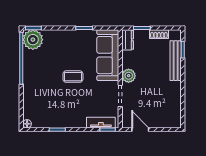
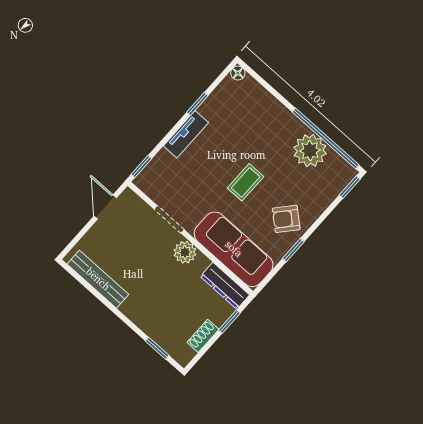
plant: (33, 40) -> (310, 151), moved
dresser: (128, 40) -> (225, 286), width x1.44
armchair: (73, 44) -> (286, 219), added
bench: (176, 61) -> (98, 279), moved
tv unit: (101, 123) -> (186, 134), moved
door: (140, 130) -> (105, 207), swing flipped

